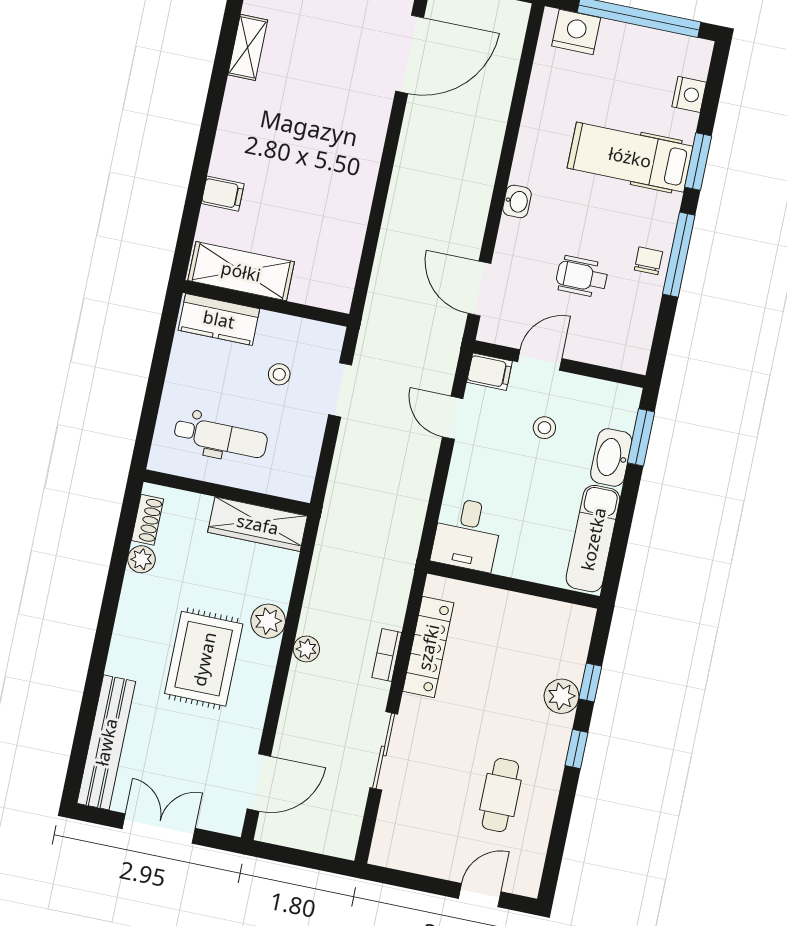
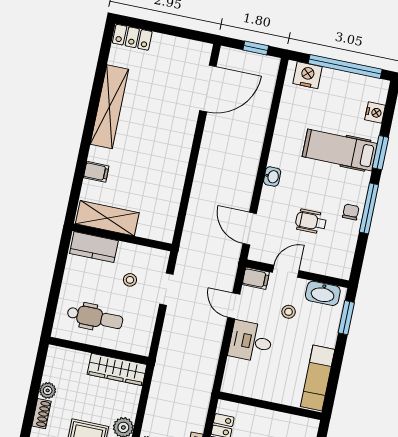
shelving: (248, 47) -> (109, 107), width x2.20, depth x1.33
washbasin: (611, 457) -> (323, 293), moved, turned -90
shoe rack: (147, 520) -> (42, 414), moved
desk: (467, 534) -> (251, 342), moved, turned 90

